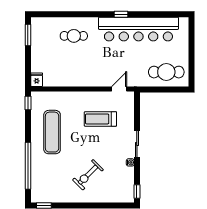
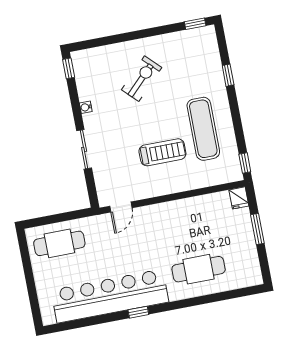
window: (28, 35) -> (257, 229), moved
cafe table: (74, 36) -> (199, 269), width x1.37, depth x1.35
treadmill: (100, 119) -> (162, 152), moved
sliding door: (137, 144) -> (84, 149), moved
window: (28, 166) -> (228, 75), width x0.32

